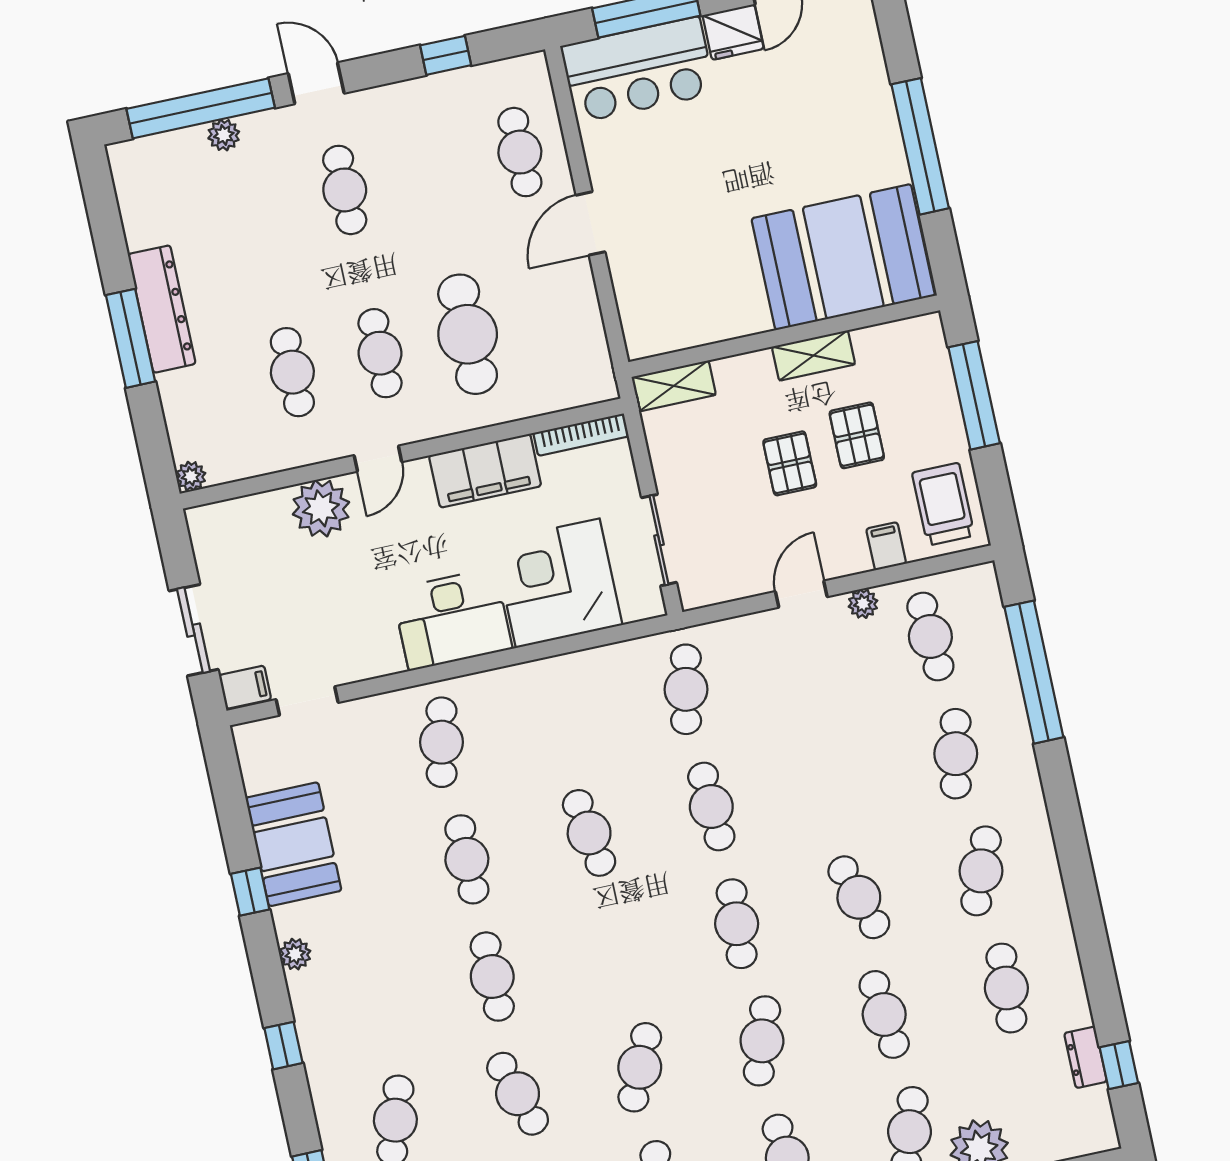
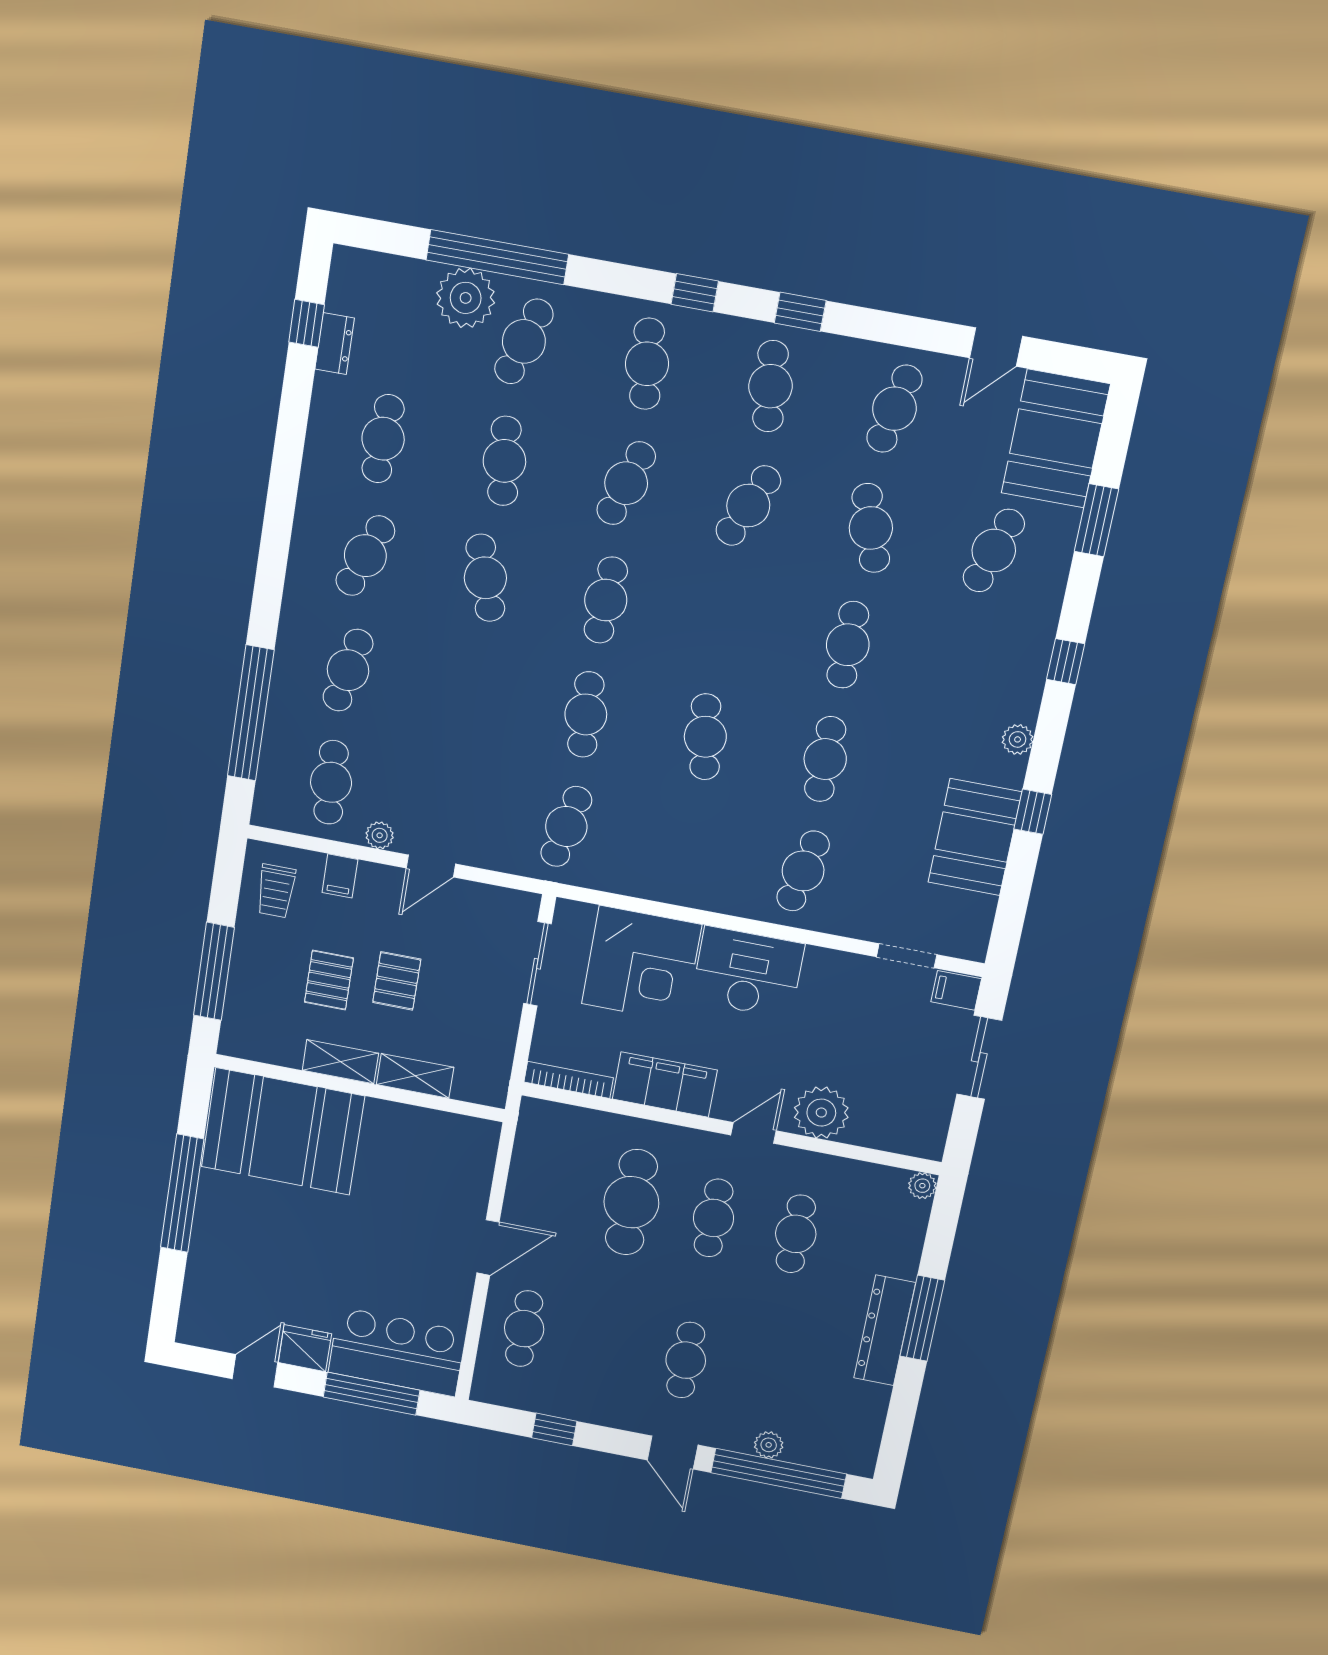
shelving: (674, 386) -> (415, 1076), moved
trolley: (943, 504) -> (276, 891), width x0.73, depth x0.72

